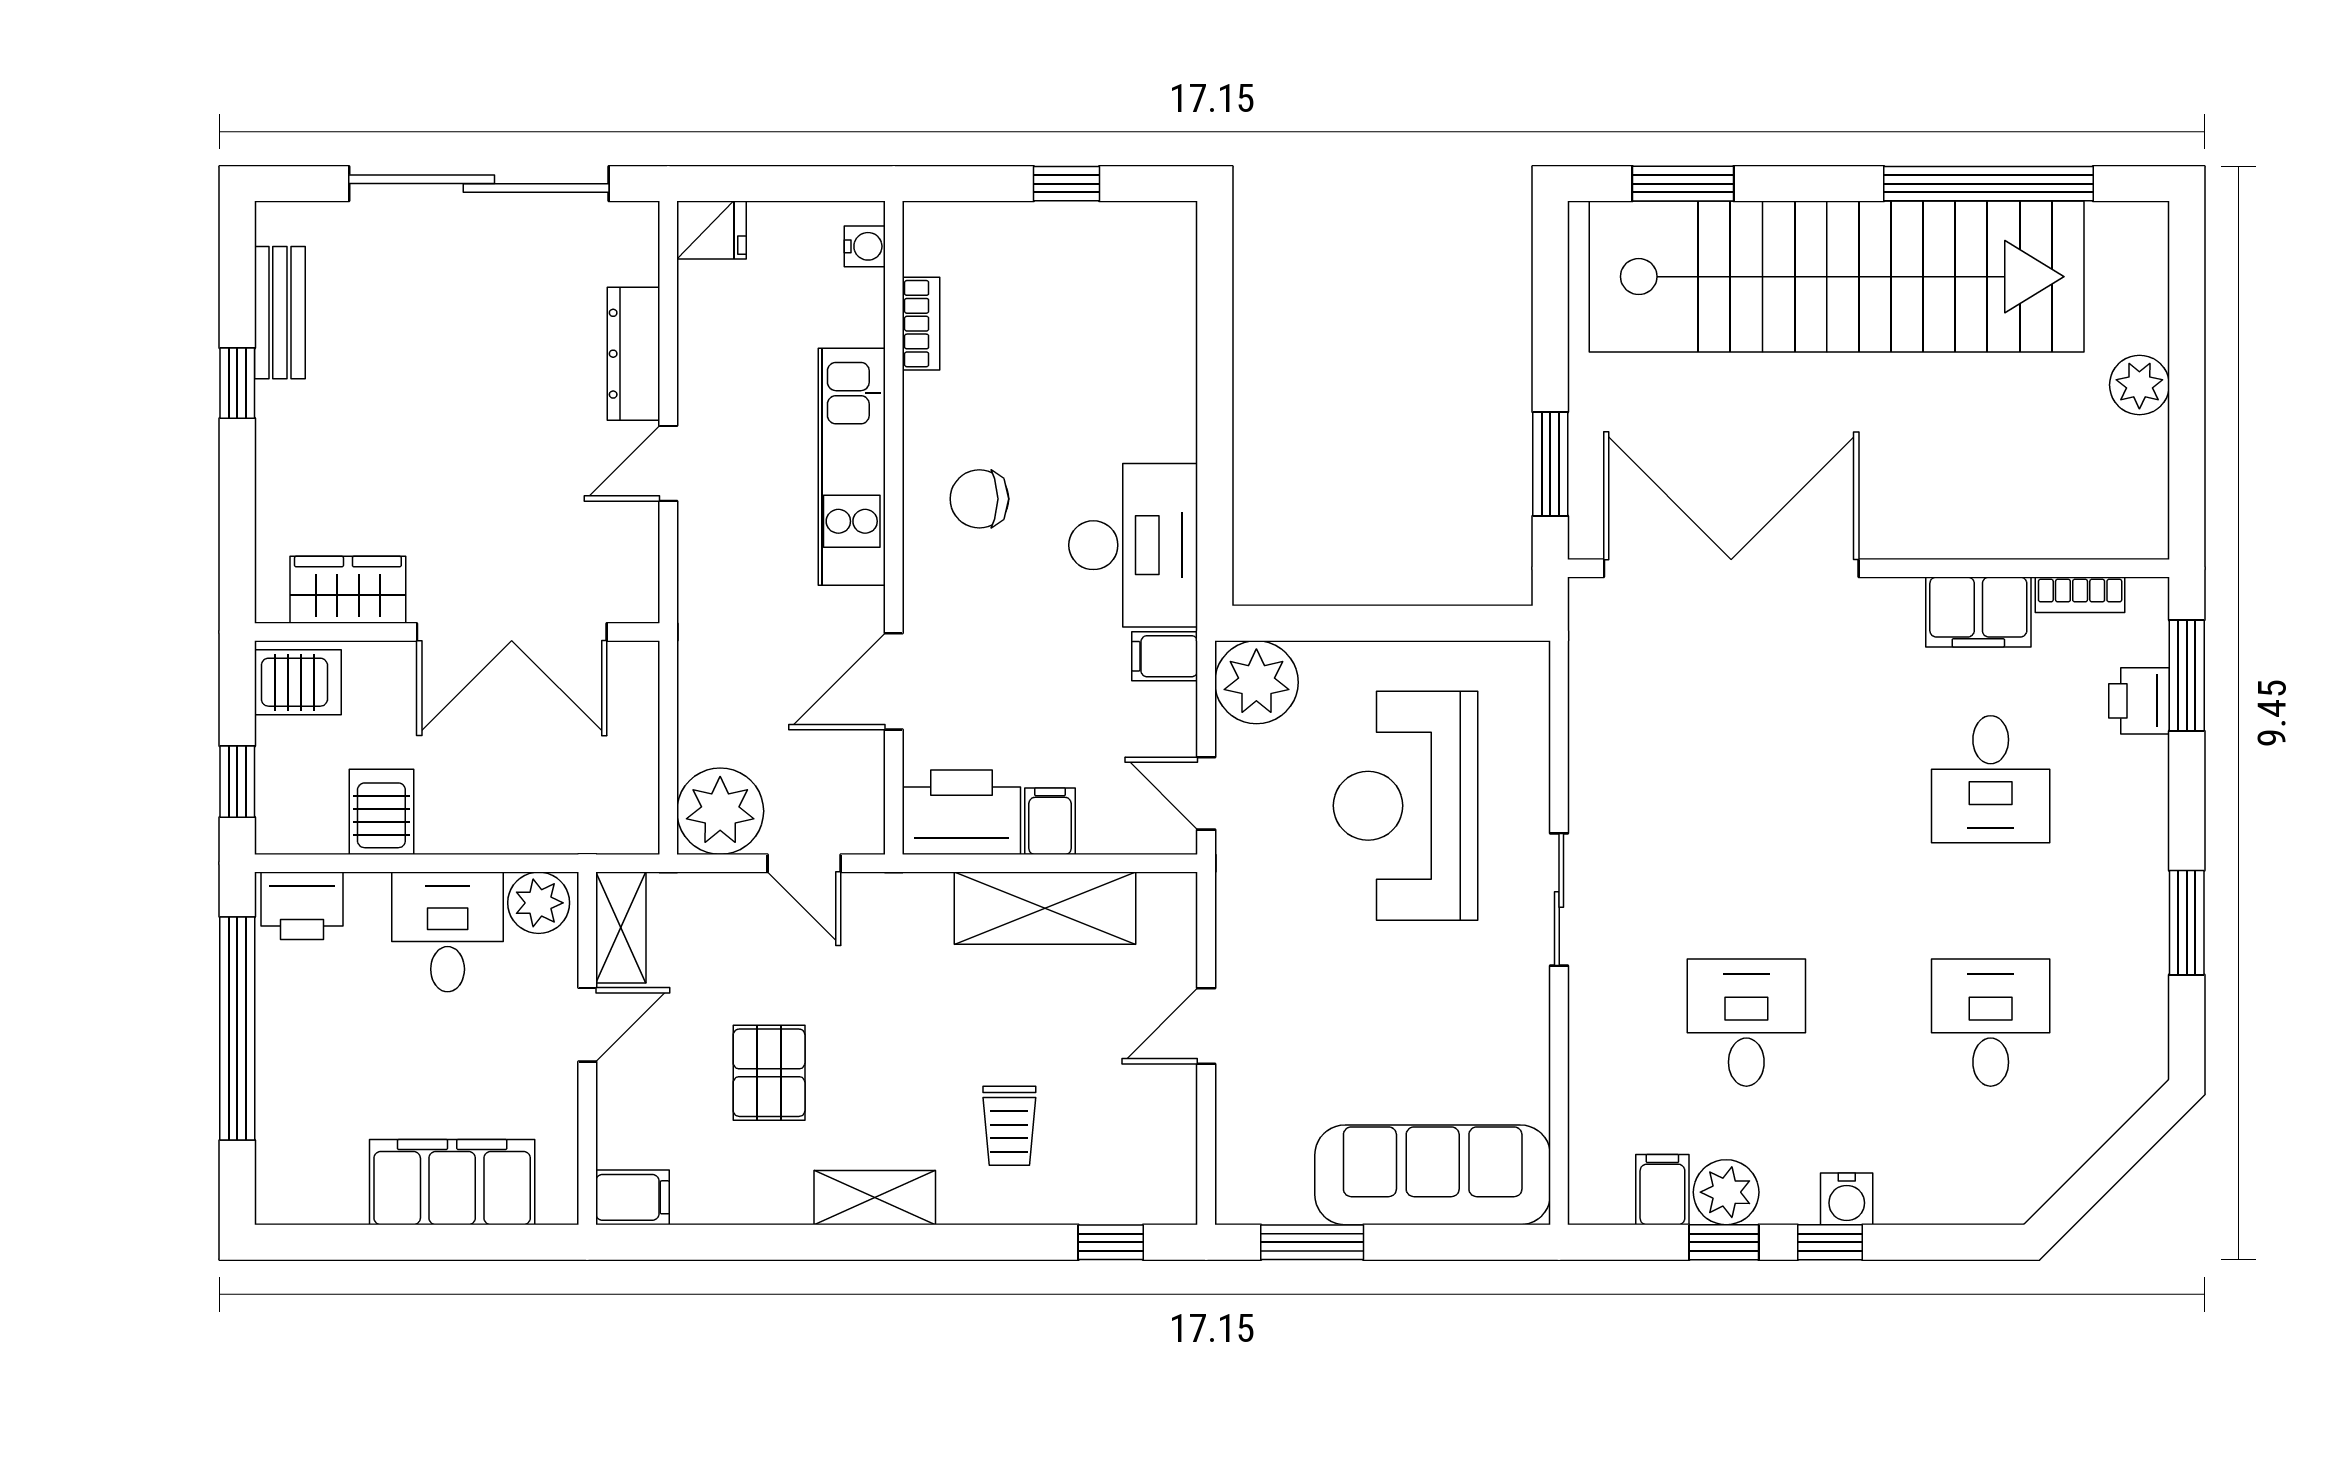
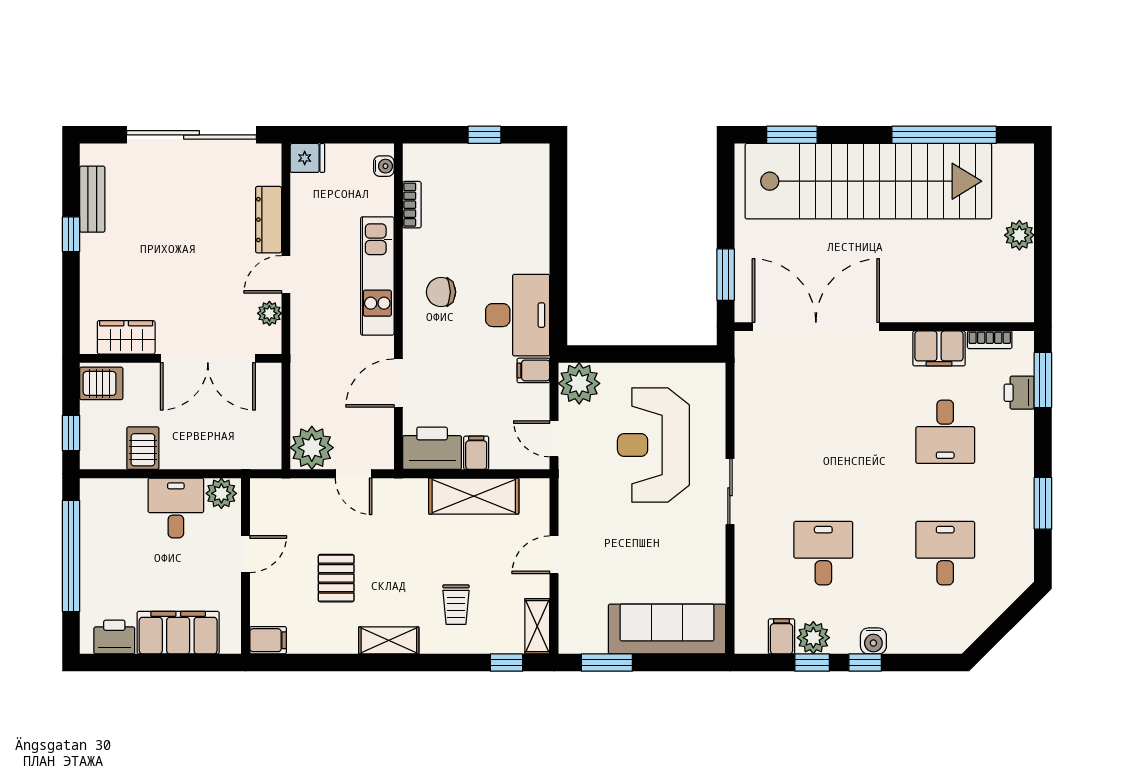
plant: (635, 542) -> (269, 313), added
printer: (302, 906) -> (114, 637), moved, turned 180
shelving: (621, 928) -> (537, 626), moved

